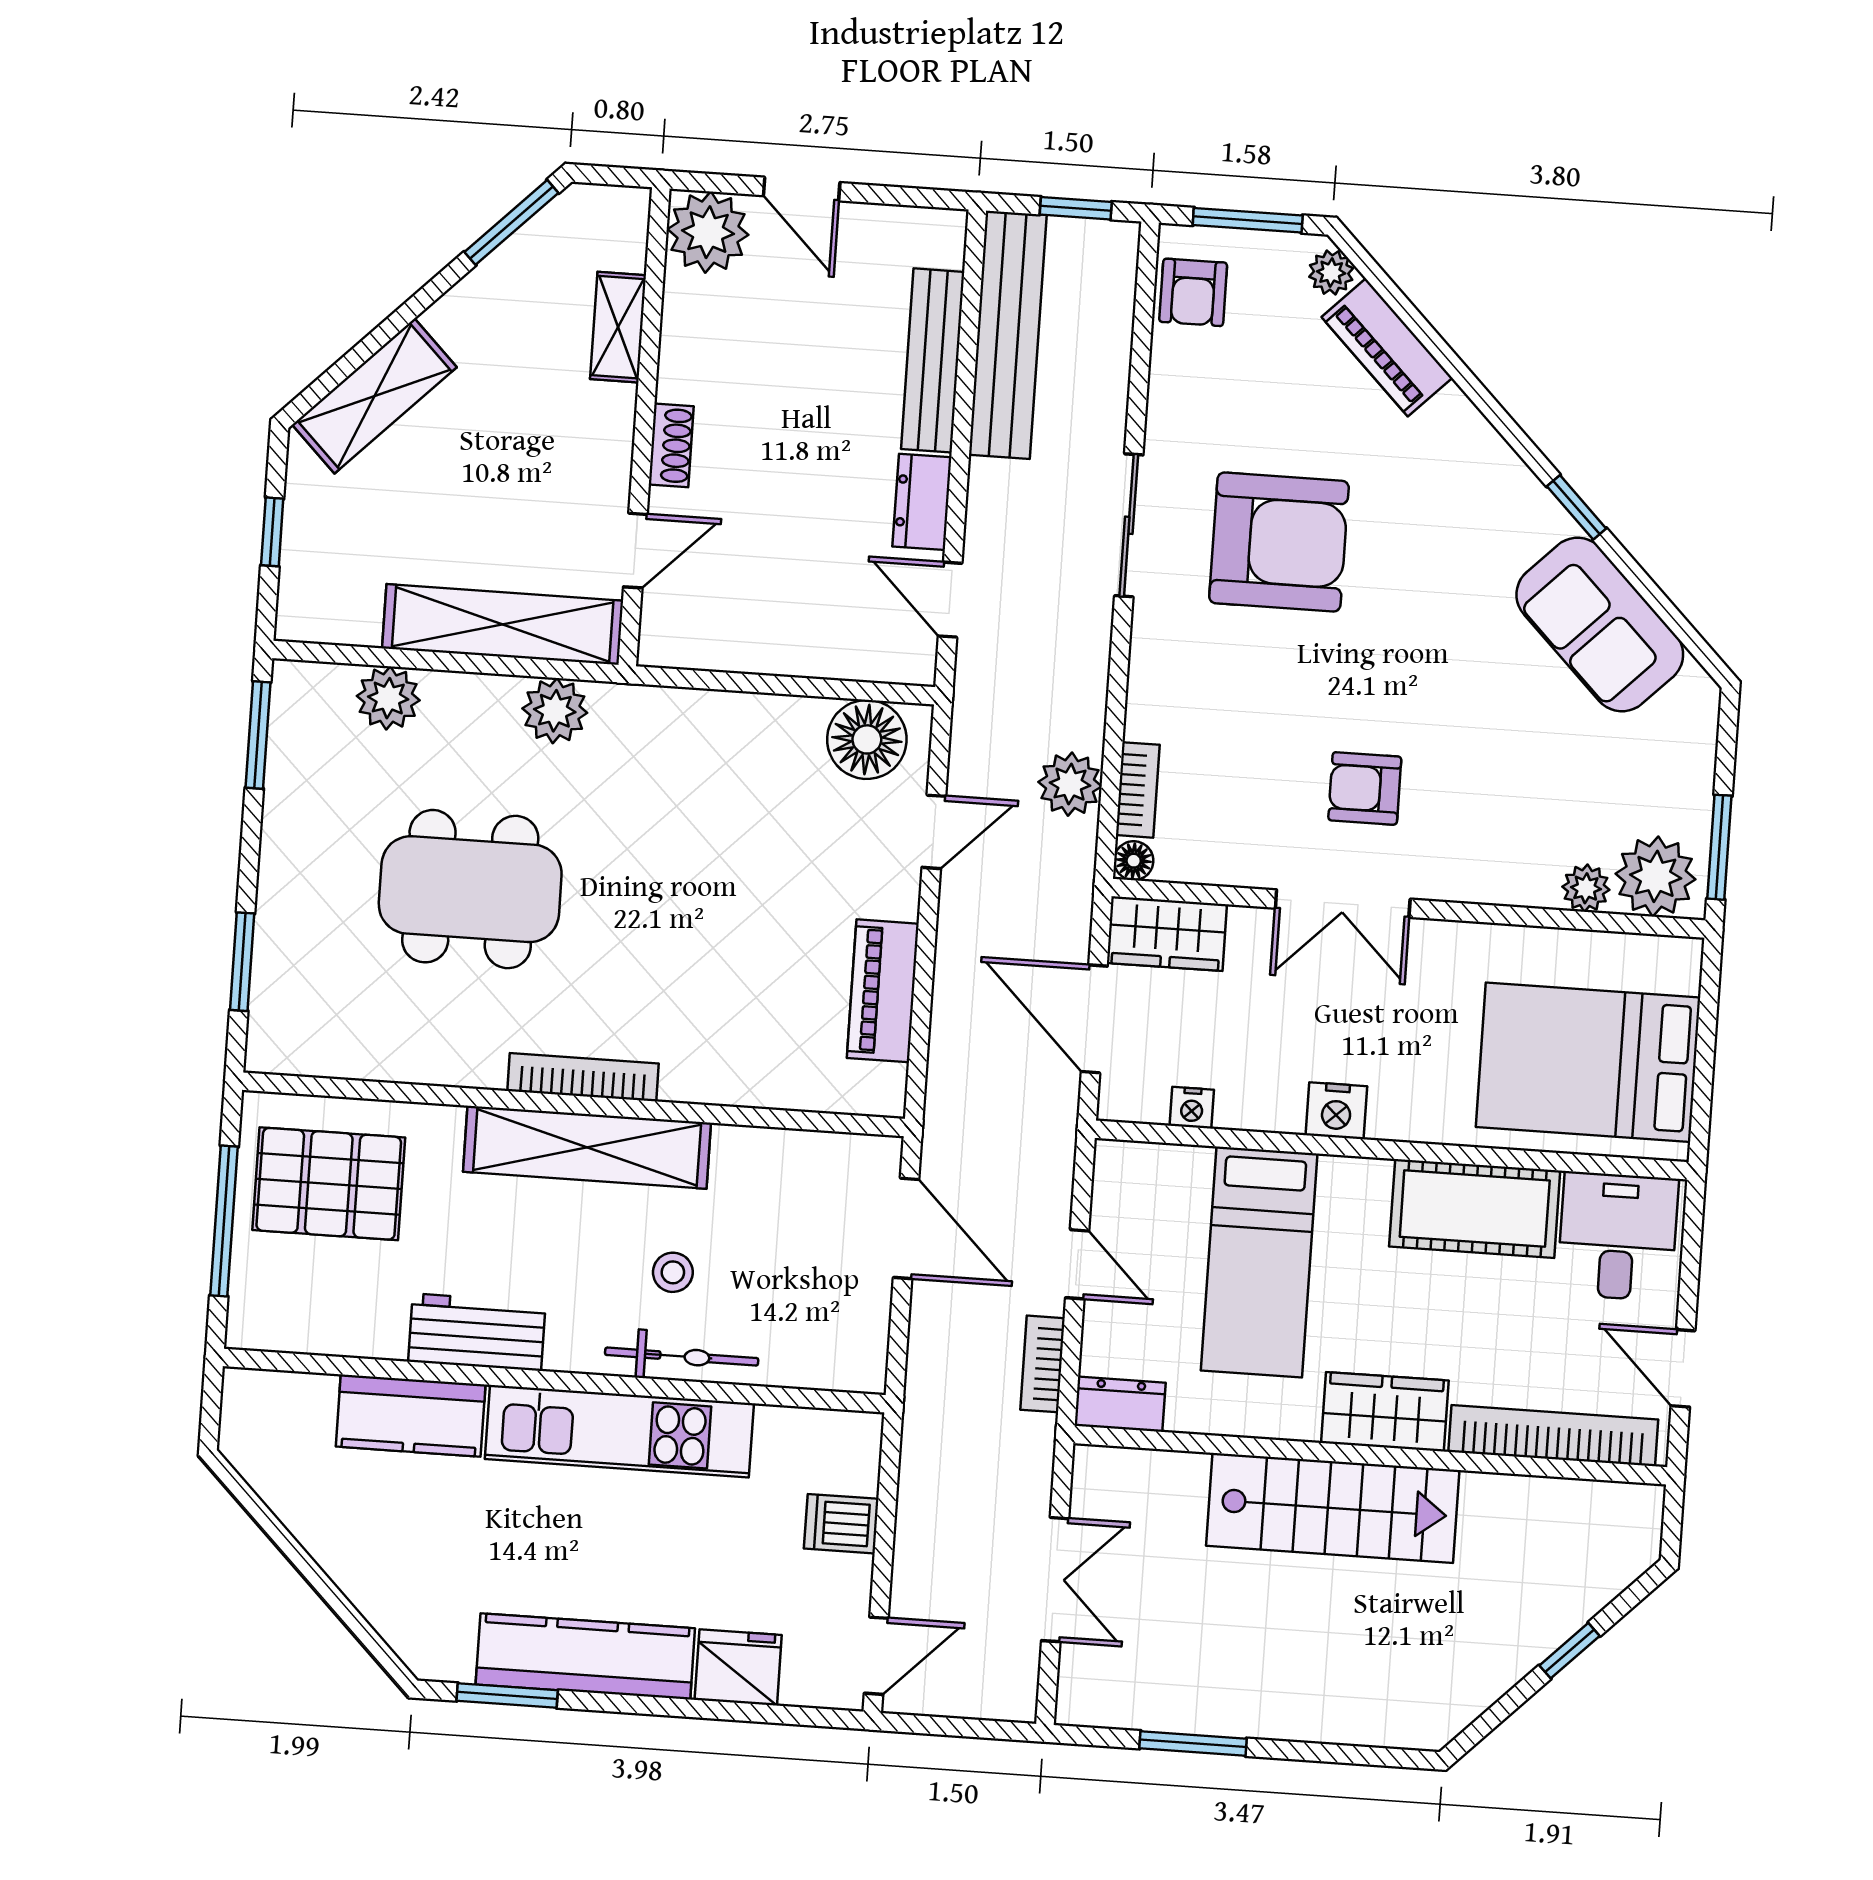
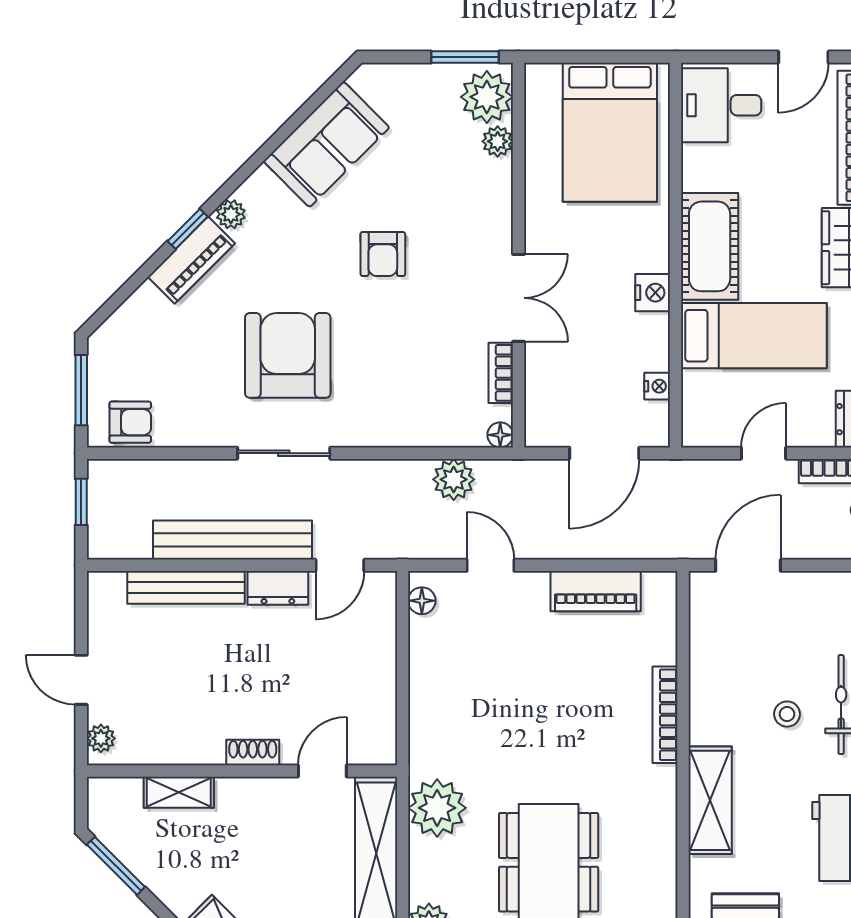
door: (802, 189) -> (81, 680), swing flipped
plant: (708, 232) -> (101, 738), width x0.53, depth x0.53
plant: (1331, 272) -> (231, 214), moved
bench: (1008, 335) -> (233, 540), moved
piano: (1387, 347) -> (191, 260), moved
window: (1577, 507) -> (188, 229), moved
door: (635, 551) -> (322, 771), hinge flipped
plant: (555, 711) -> (437, 808), width x1.36, depth x1.36
floor lamp: (867, 739) -> (422, 601), width x0.53, depth x0.53
armchair: (1365, 788) -> (383, 254), moved
bookcase: (1138, 790) -> (501, 373), moved, turned -90
wardrobe: (1167, 934) -> (546, 410), removed
bookcase: (583, 1077) -> (665, 715), moved
shelving: (587, 1147) -> (710, 800), width x0.68
cot: (1475, 1209) -> (710, 246), moved

